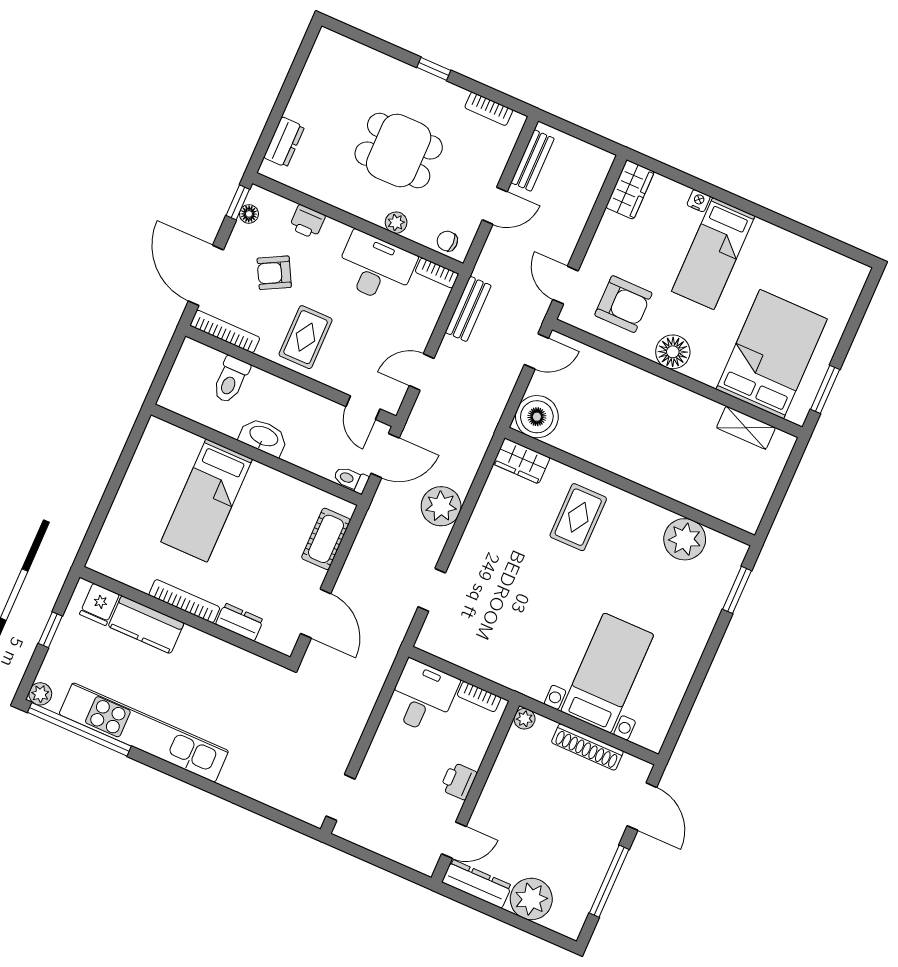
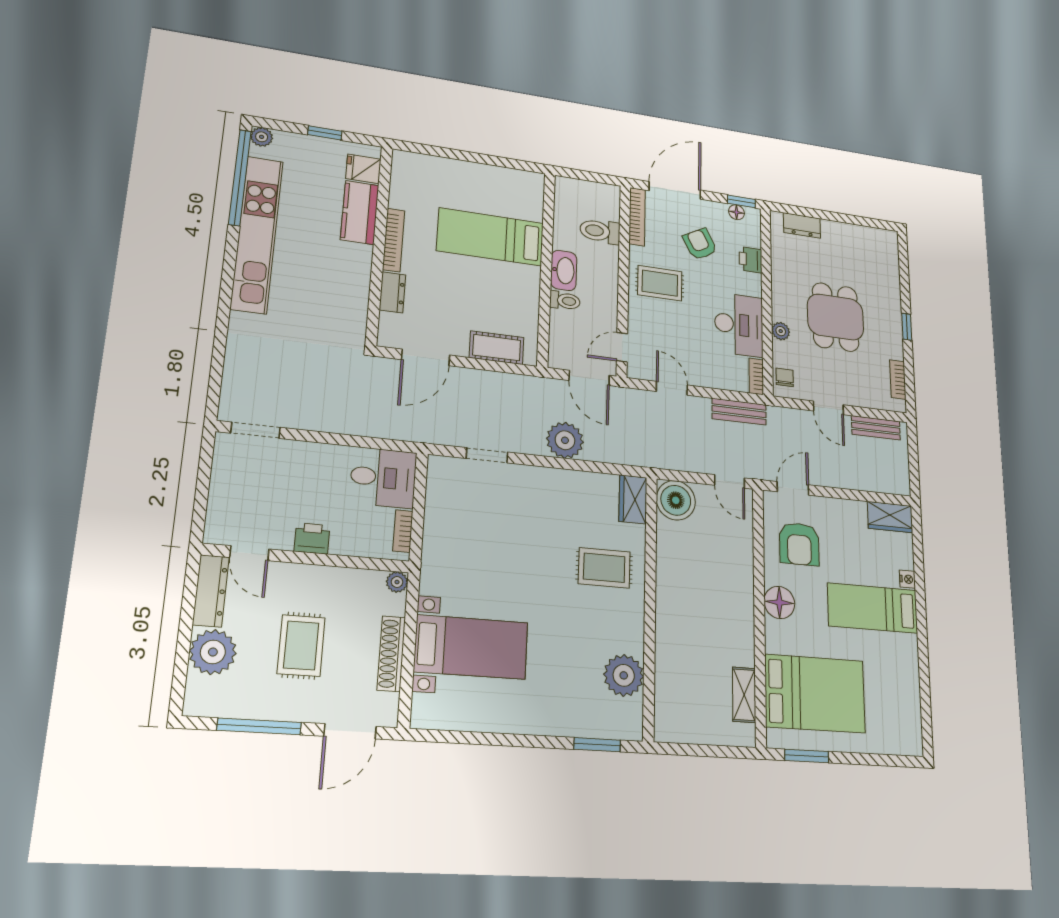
toilet: (351, 479) -> (565, 301), moved, turned 90
rug: (552, 823) -> (301, 646), added

